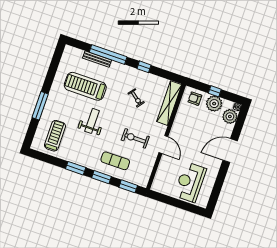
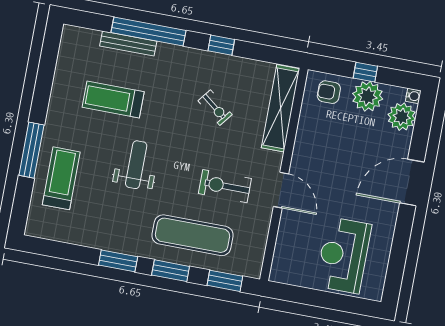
treadmill: (85, 86) -> (113, 100), width x0.73, depth x0.73
treadmill: (55, 136) -> (61, 178), moved
exercise mat: (115, 161) -> (193, 235), width x1.36, depth x1.45

